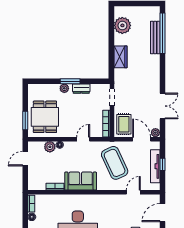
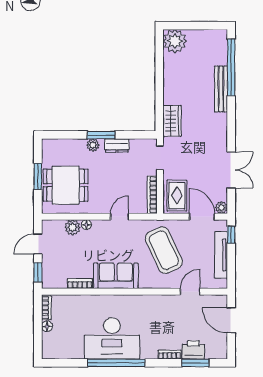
plant: (122, 25) -> (175, 41), moved
bench: (155, 38) -> (221, 89), moved
wardrobe: (120, 57) -> (172, 121), moved
dining table: (45, 117) -> (66, 185), turned 90
window: (25, 121) -> (38, 176), moved
window: (162, 164) -> (231, 235), moved
window: (25, 179) -> (38, 272), added
door: (162, 213) -> (231, 320), hinge flipped

